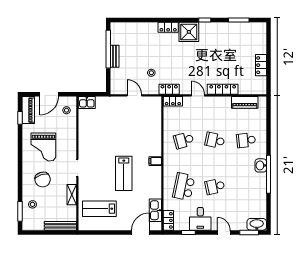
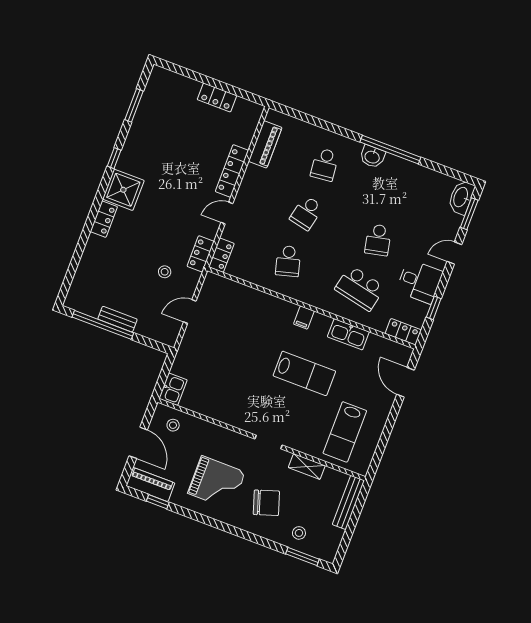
kitchen sink: (155, 210) -> (348, 334), moved

